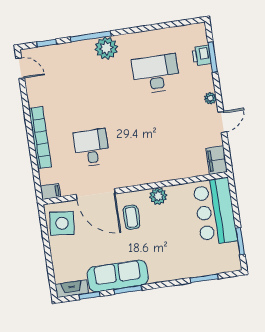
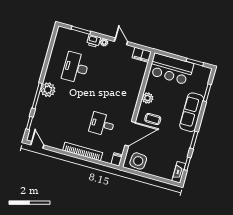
printer: (201, 55) -> (94, 41), moved
door: (20, 68) -> (37, 145), hinge flipped
sofa: (118, 276) -> (192, 112), moved

